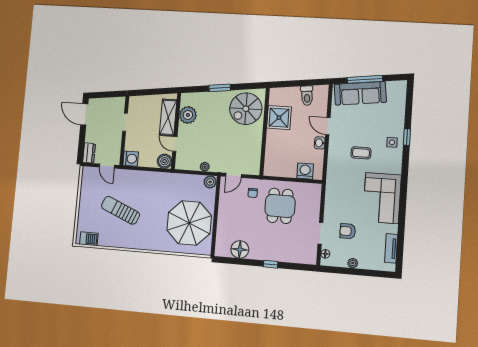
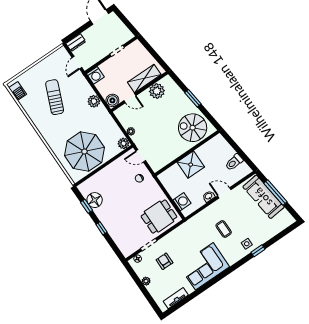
shower: (279, 118) -> (191, 165), moved
door: (328, 126) -> (224, 193), hinge flipped
door: (175, 144) -> (130, 98), swing flipped
plant: (152, 178) -> (94, 101), added
dining table: (280, 206) -> (159, 217), moved
window: (240, 261) -> (86, 206), added

